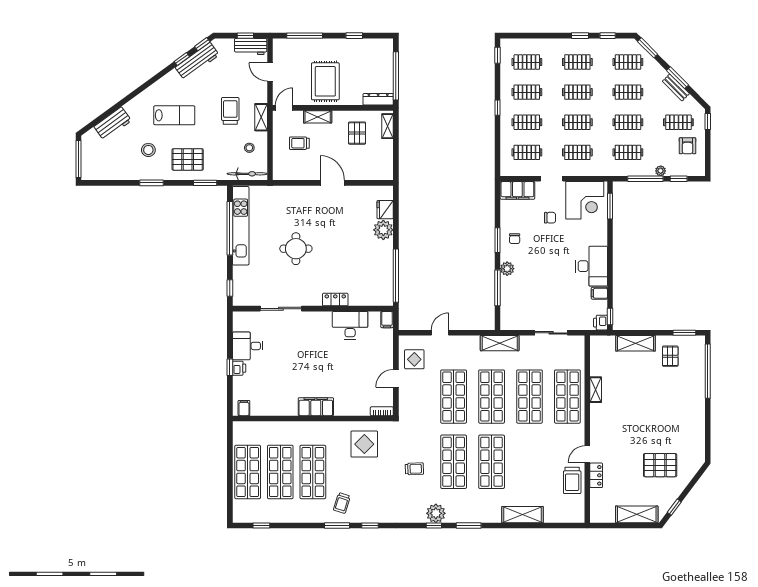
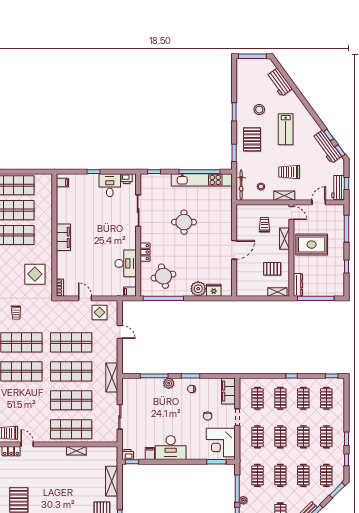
trolley: (230, 111) -> (289, 172), turned 180
round table: (367, 276) -> (163, 276), added
printer: (239, 368) -> (127, 179), moved

